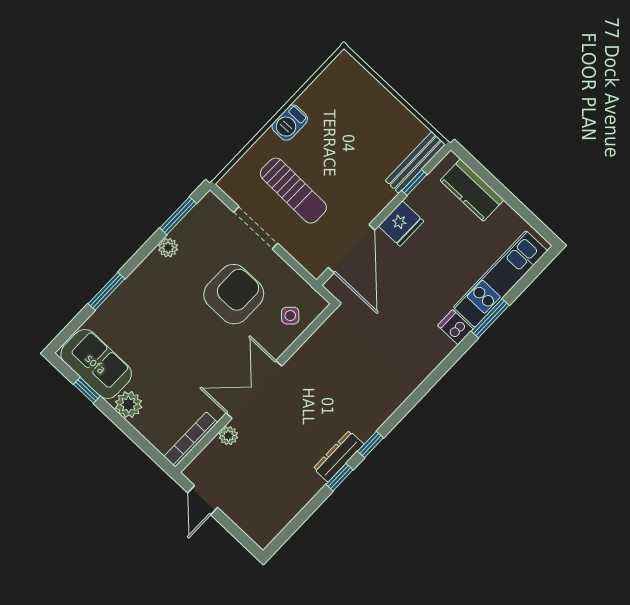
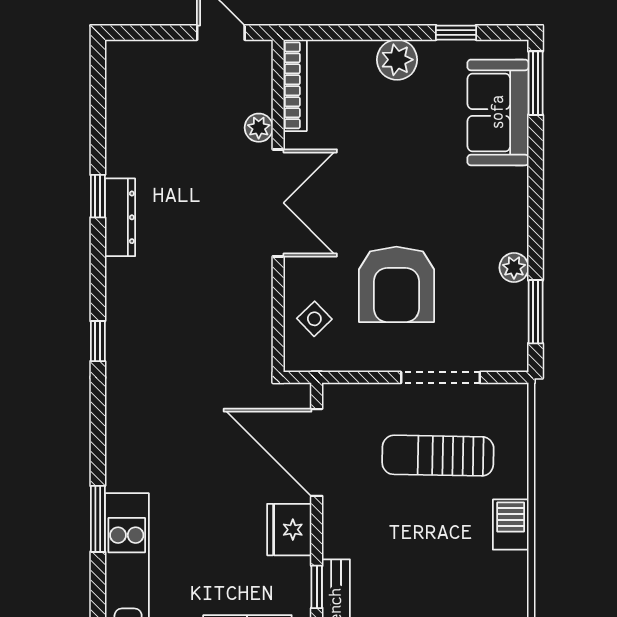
window: (106, 291) -> (536, 83), moved
dishwasher: (455, 327) -> (126, 474), removed
sofa: (96, 364) -> (498, 112), moved, turned 90
window: (370, 445) -> (98, 341), moved

